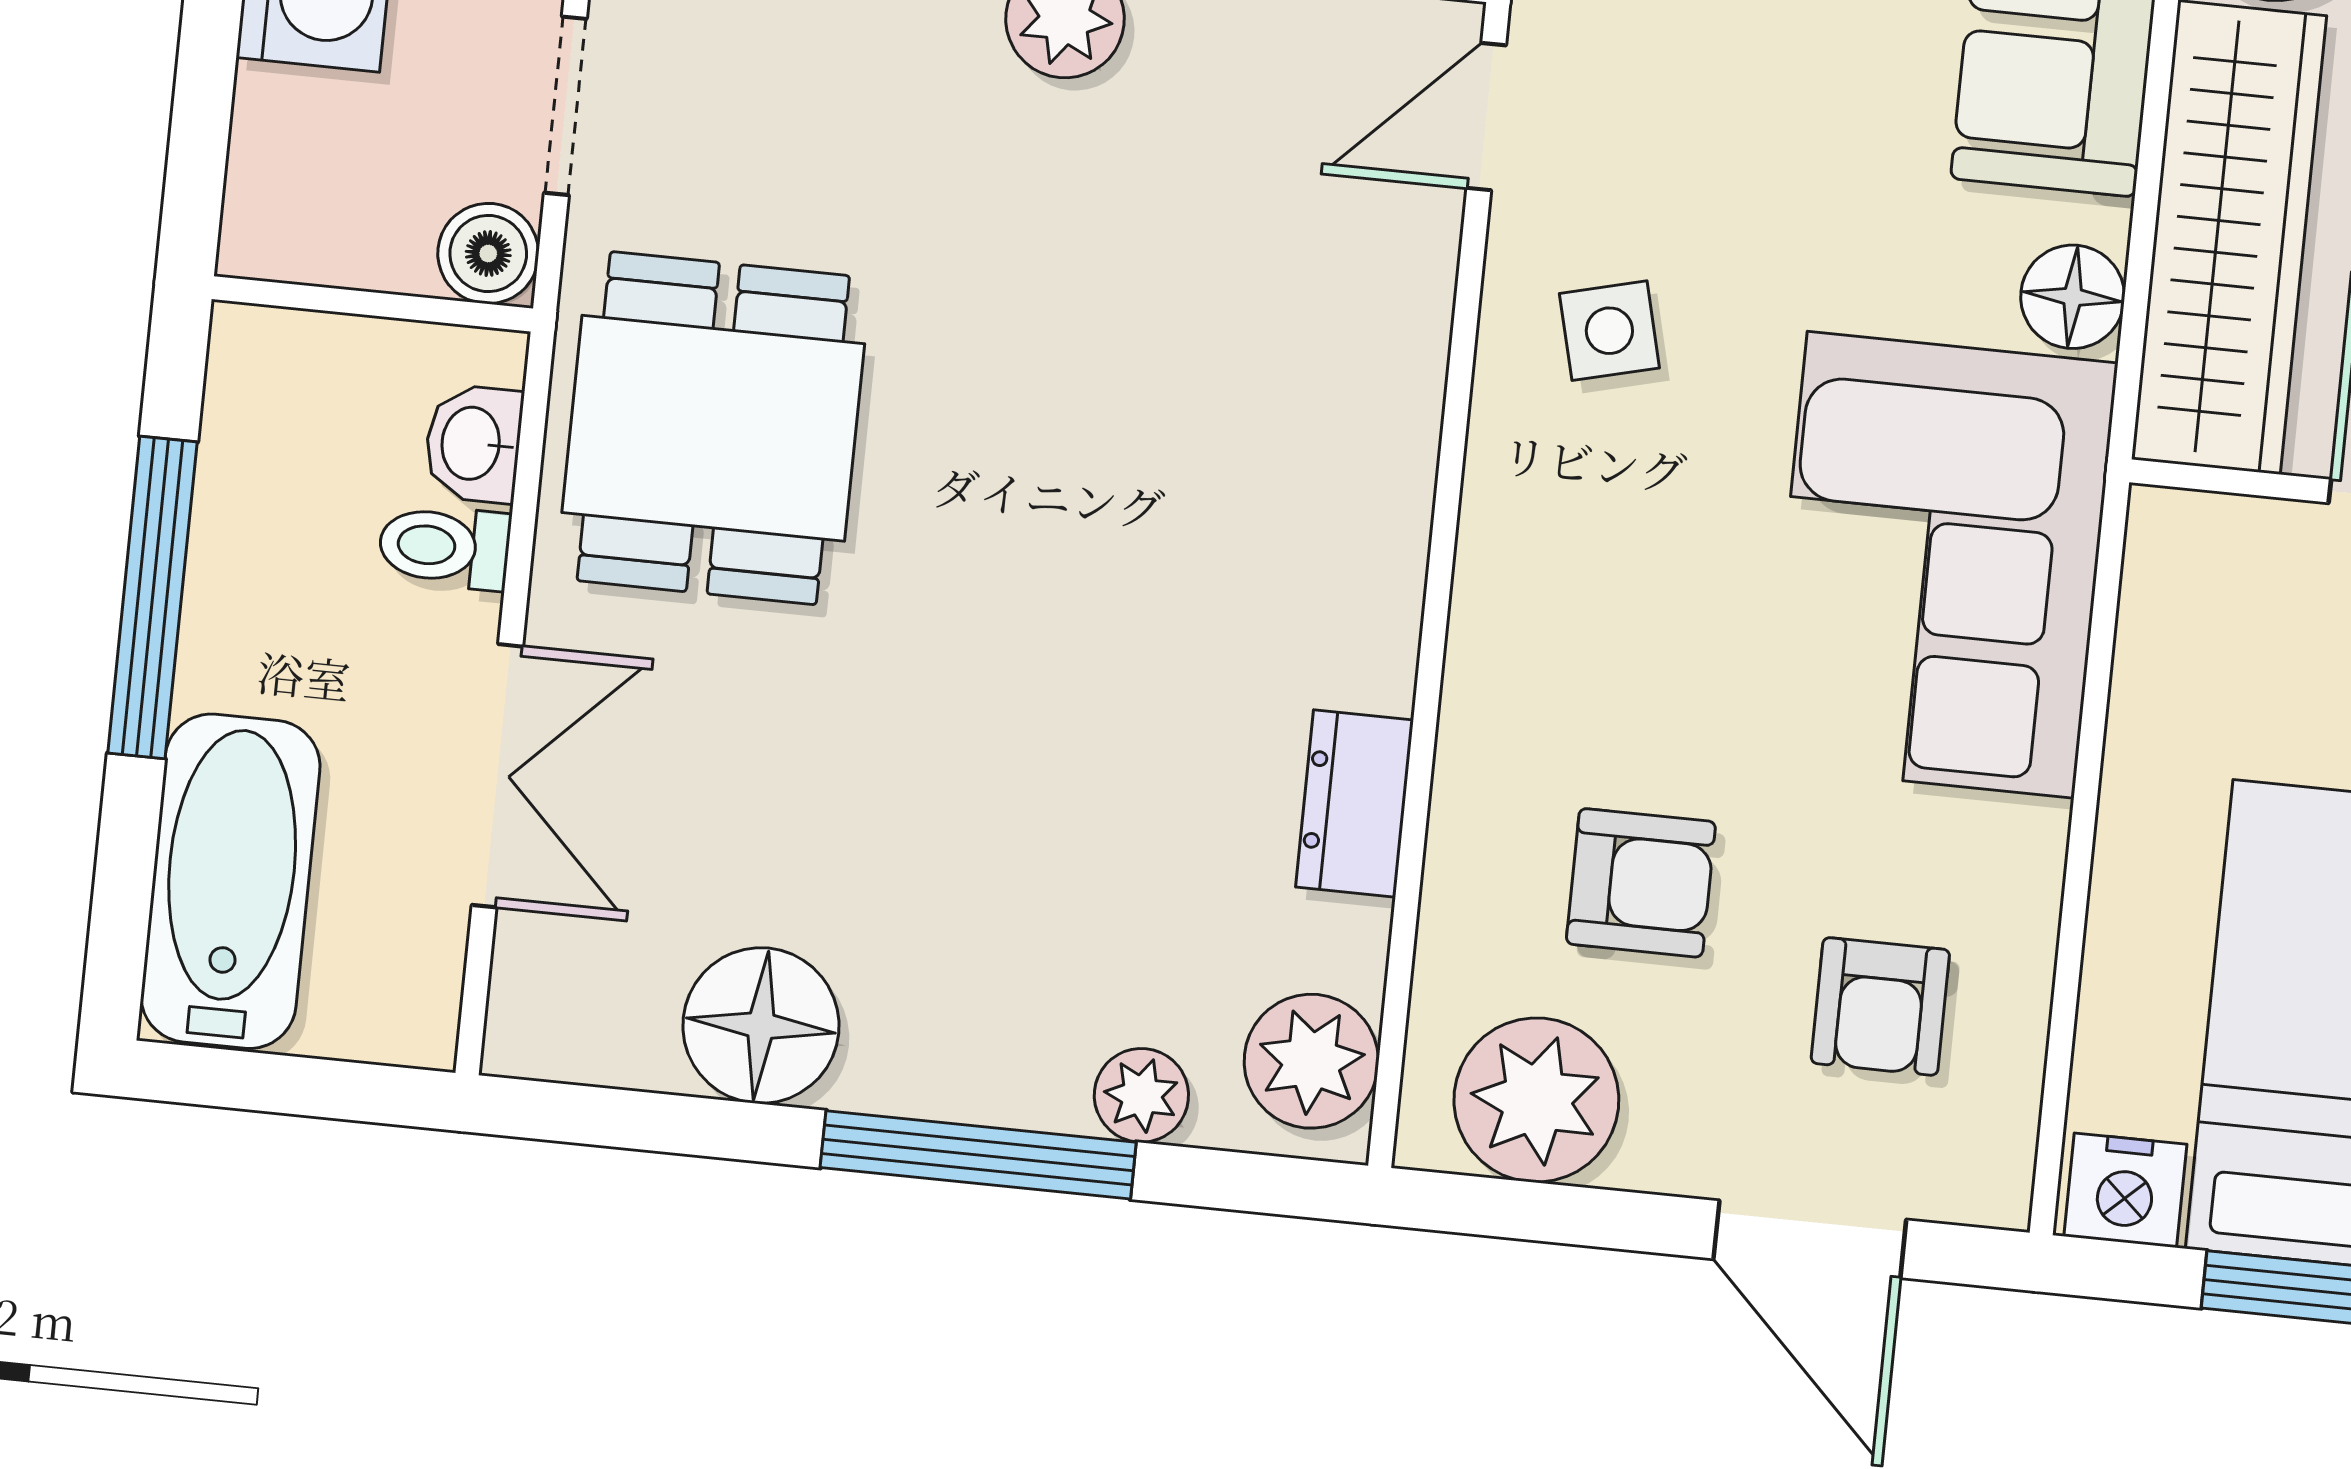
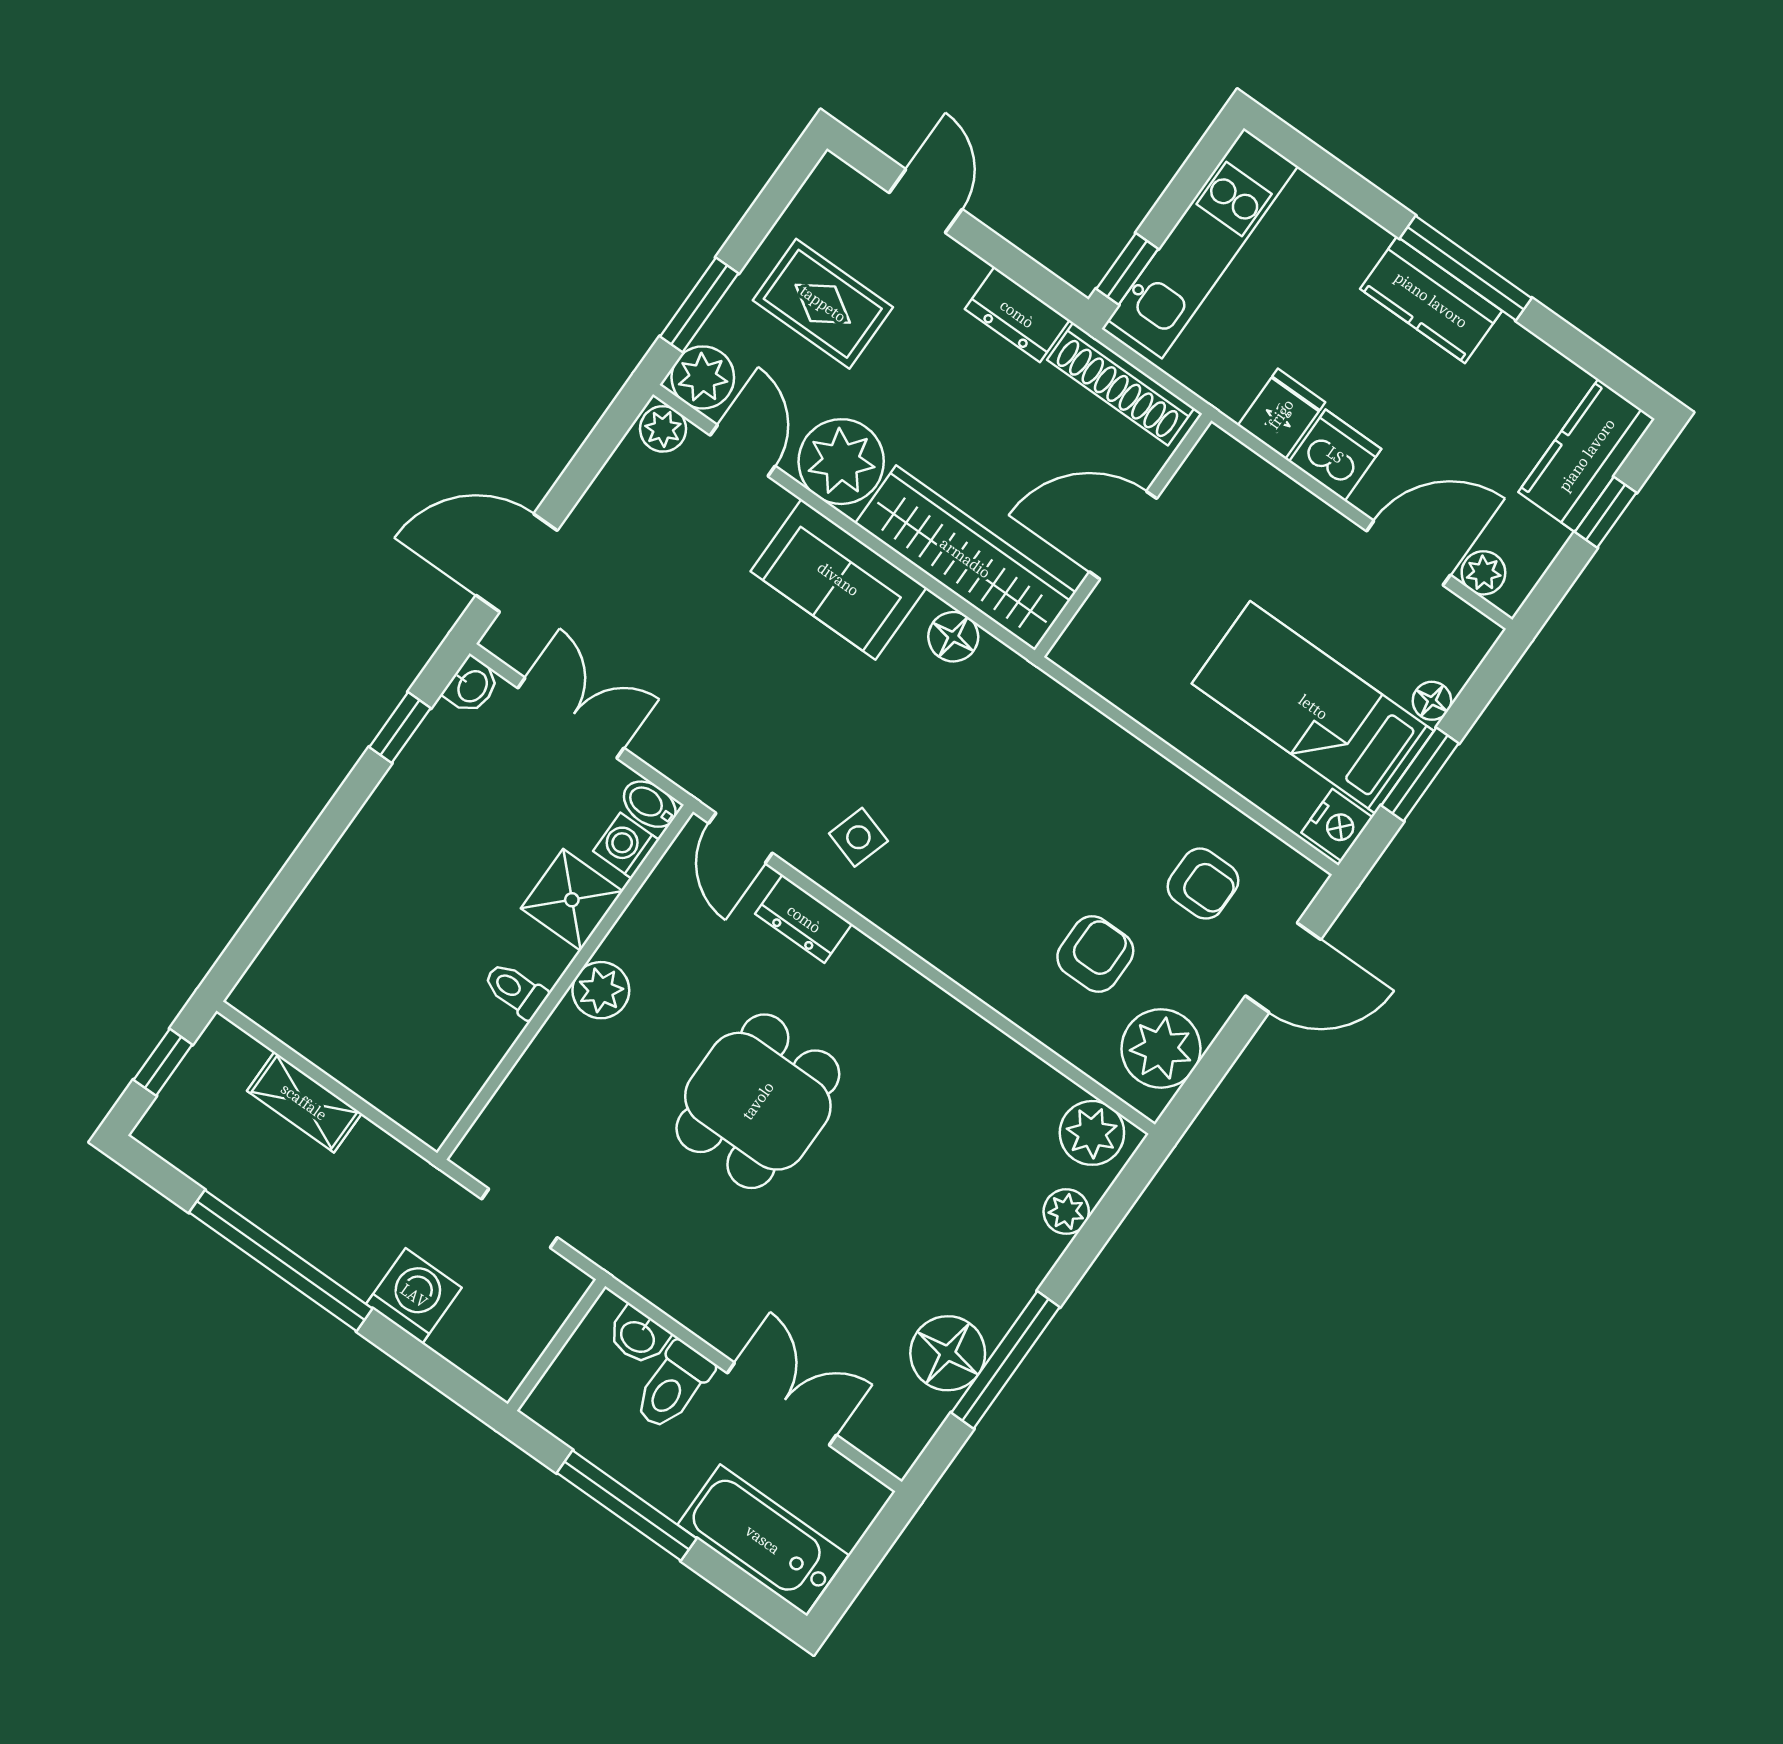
boiler: (488, 254) -> (563, 1285), removed
side table: (1609, 331) -> (858, 837), turned 31
dining table: (713, 428) -> (758, 1101), moved, turned 90
toilet: (444, 547) -> (673, 1386), width x1.37, depth x1.39
corner sofa: (1941, 565) -> (1034, 755), removed
dresser: (1354, 803) -> (804, 919), moved
window: (978, 1155) -> (1005, 1360), moved

